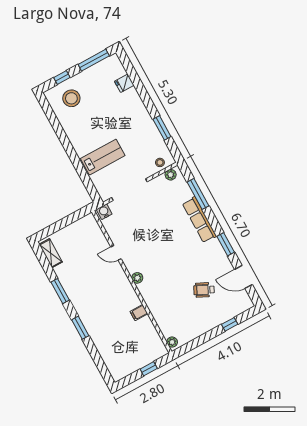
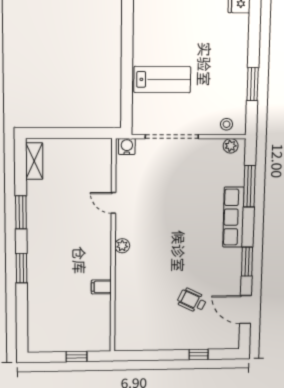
plant: (172, 342) -> (121, 340), removed

